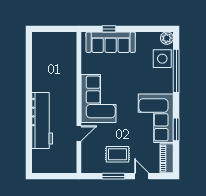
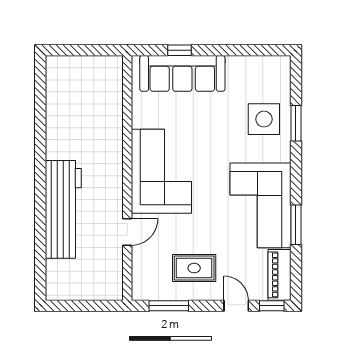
plant: (167, 38) -> (280, 66), removed
side table: (162, 59) -> (264, 119), moved
window: (176, 71) -> (296, 123), width x0.47
window: (113, 176) -> (169, 306), moved
window: (162, 176) -> (272, 306), added

